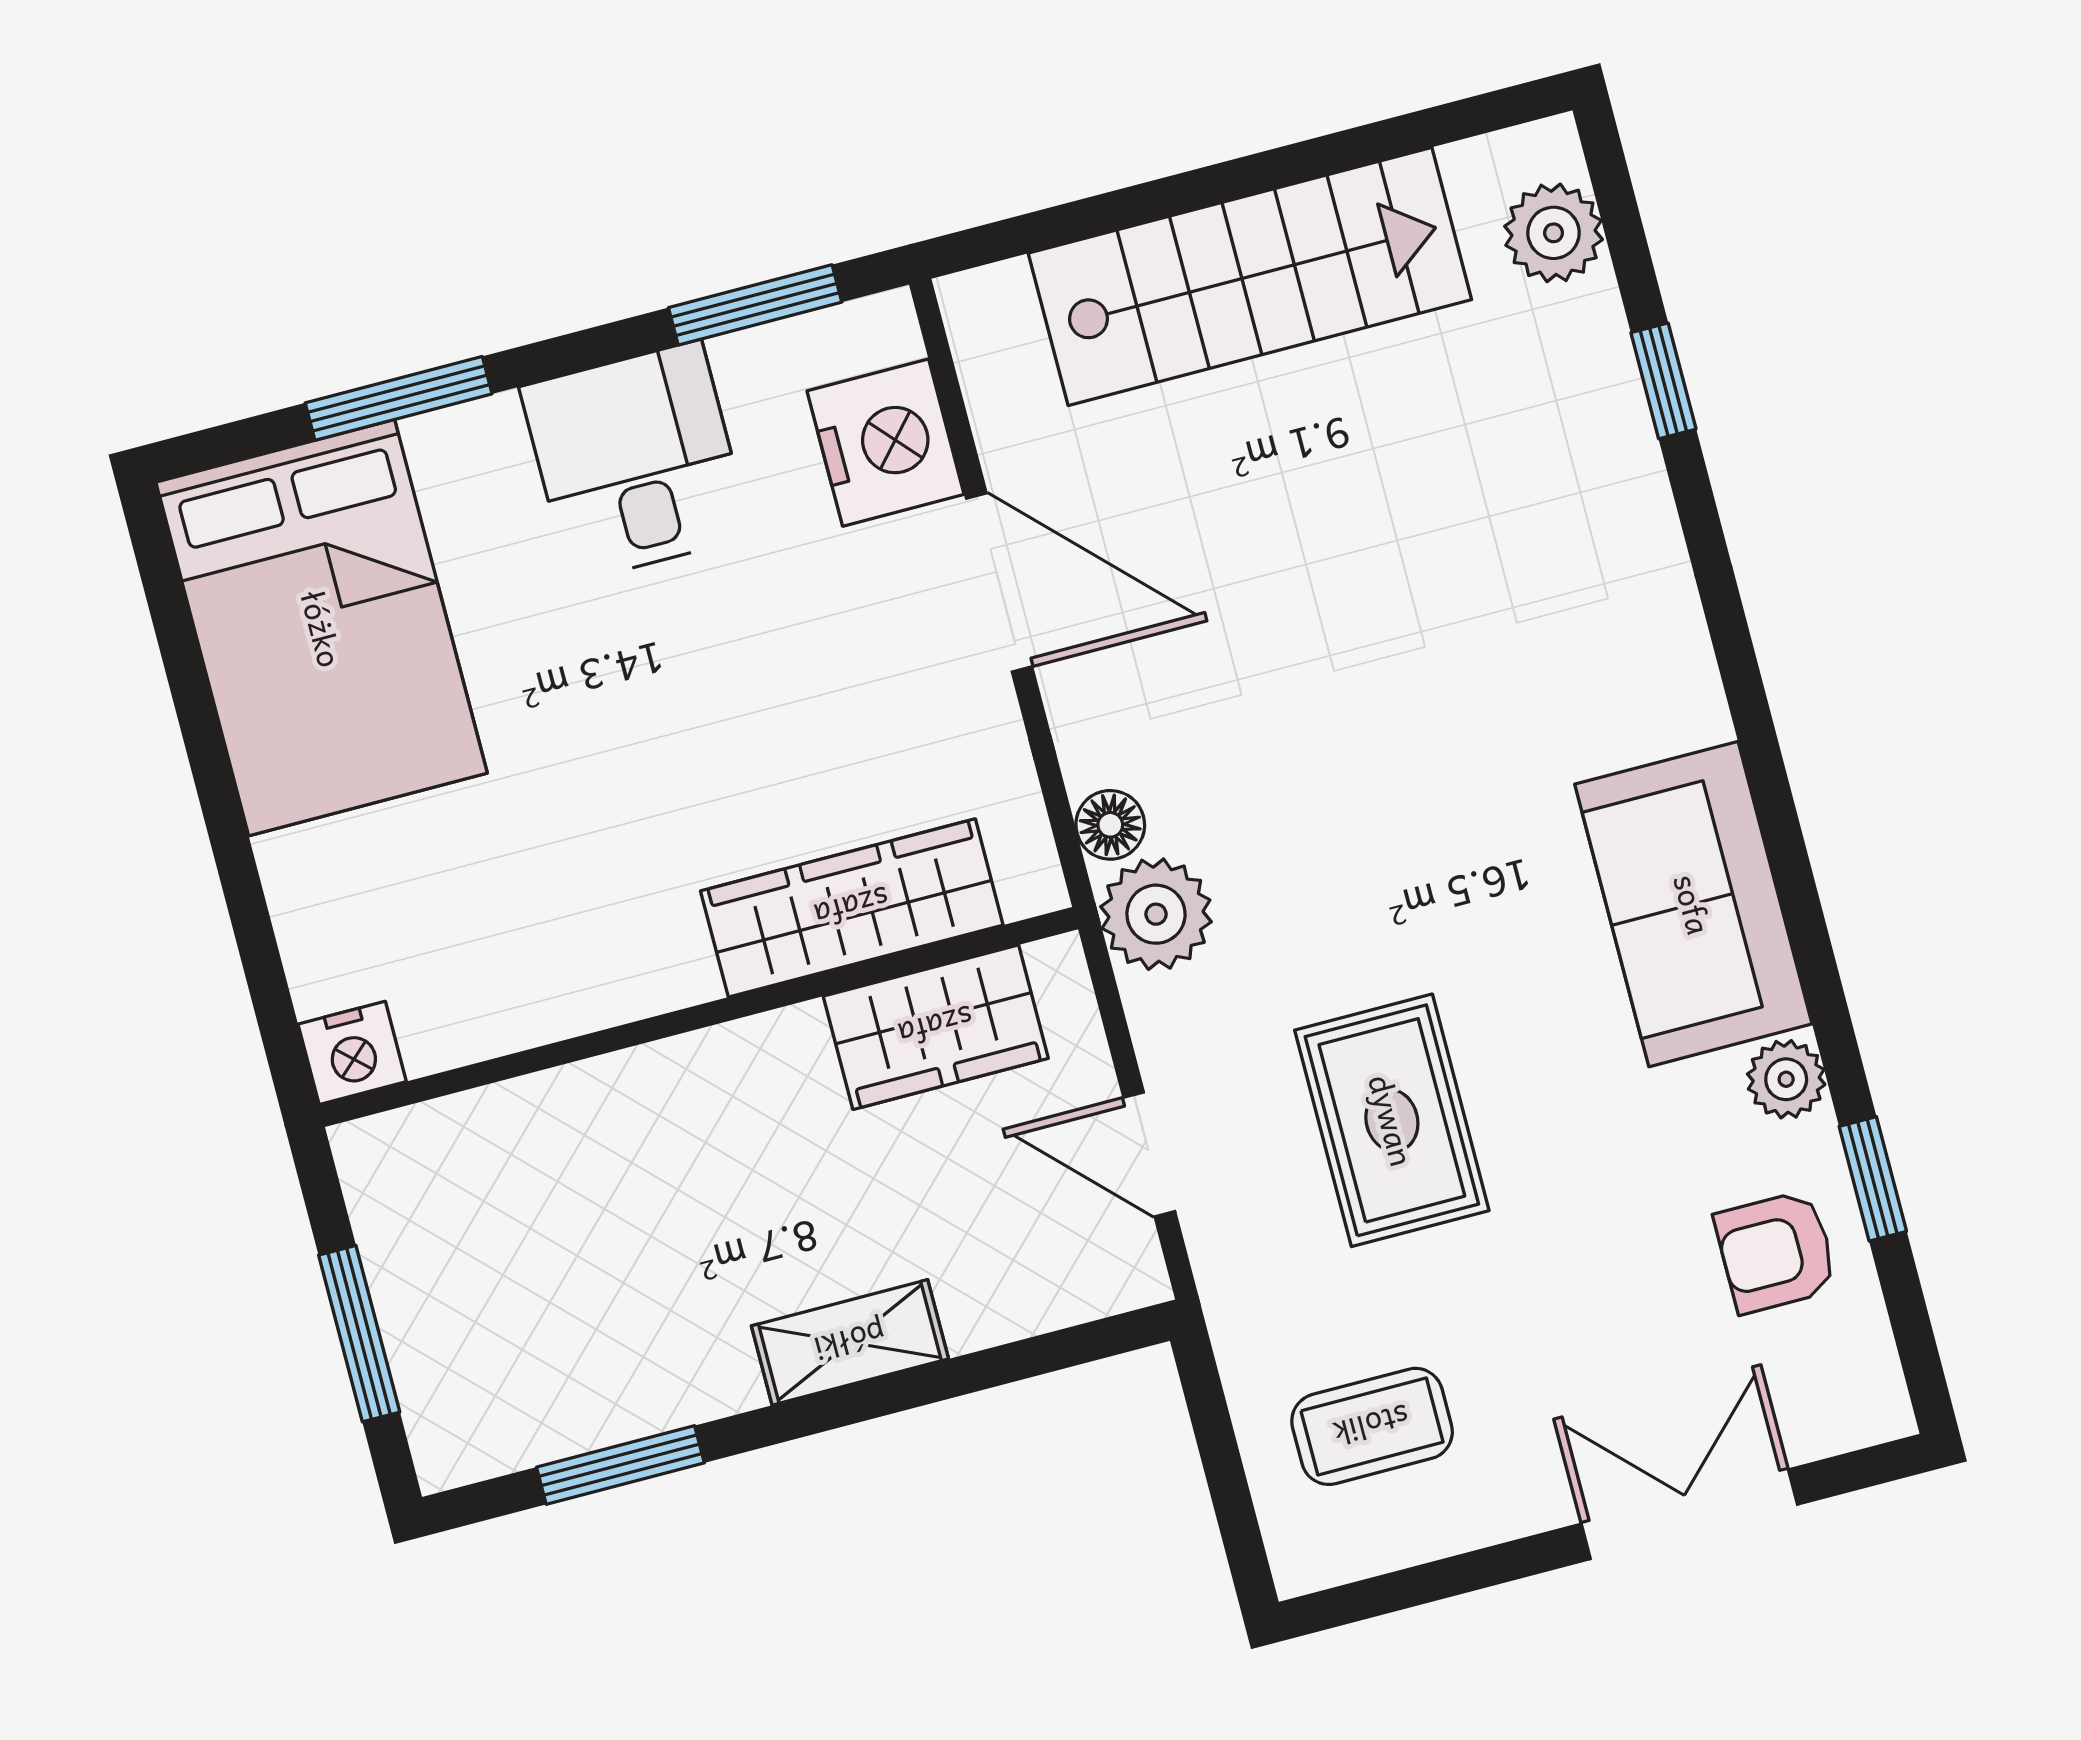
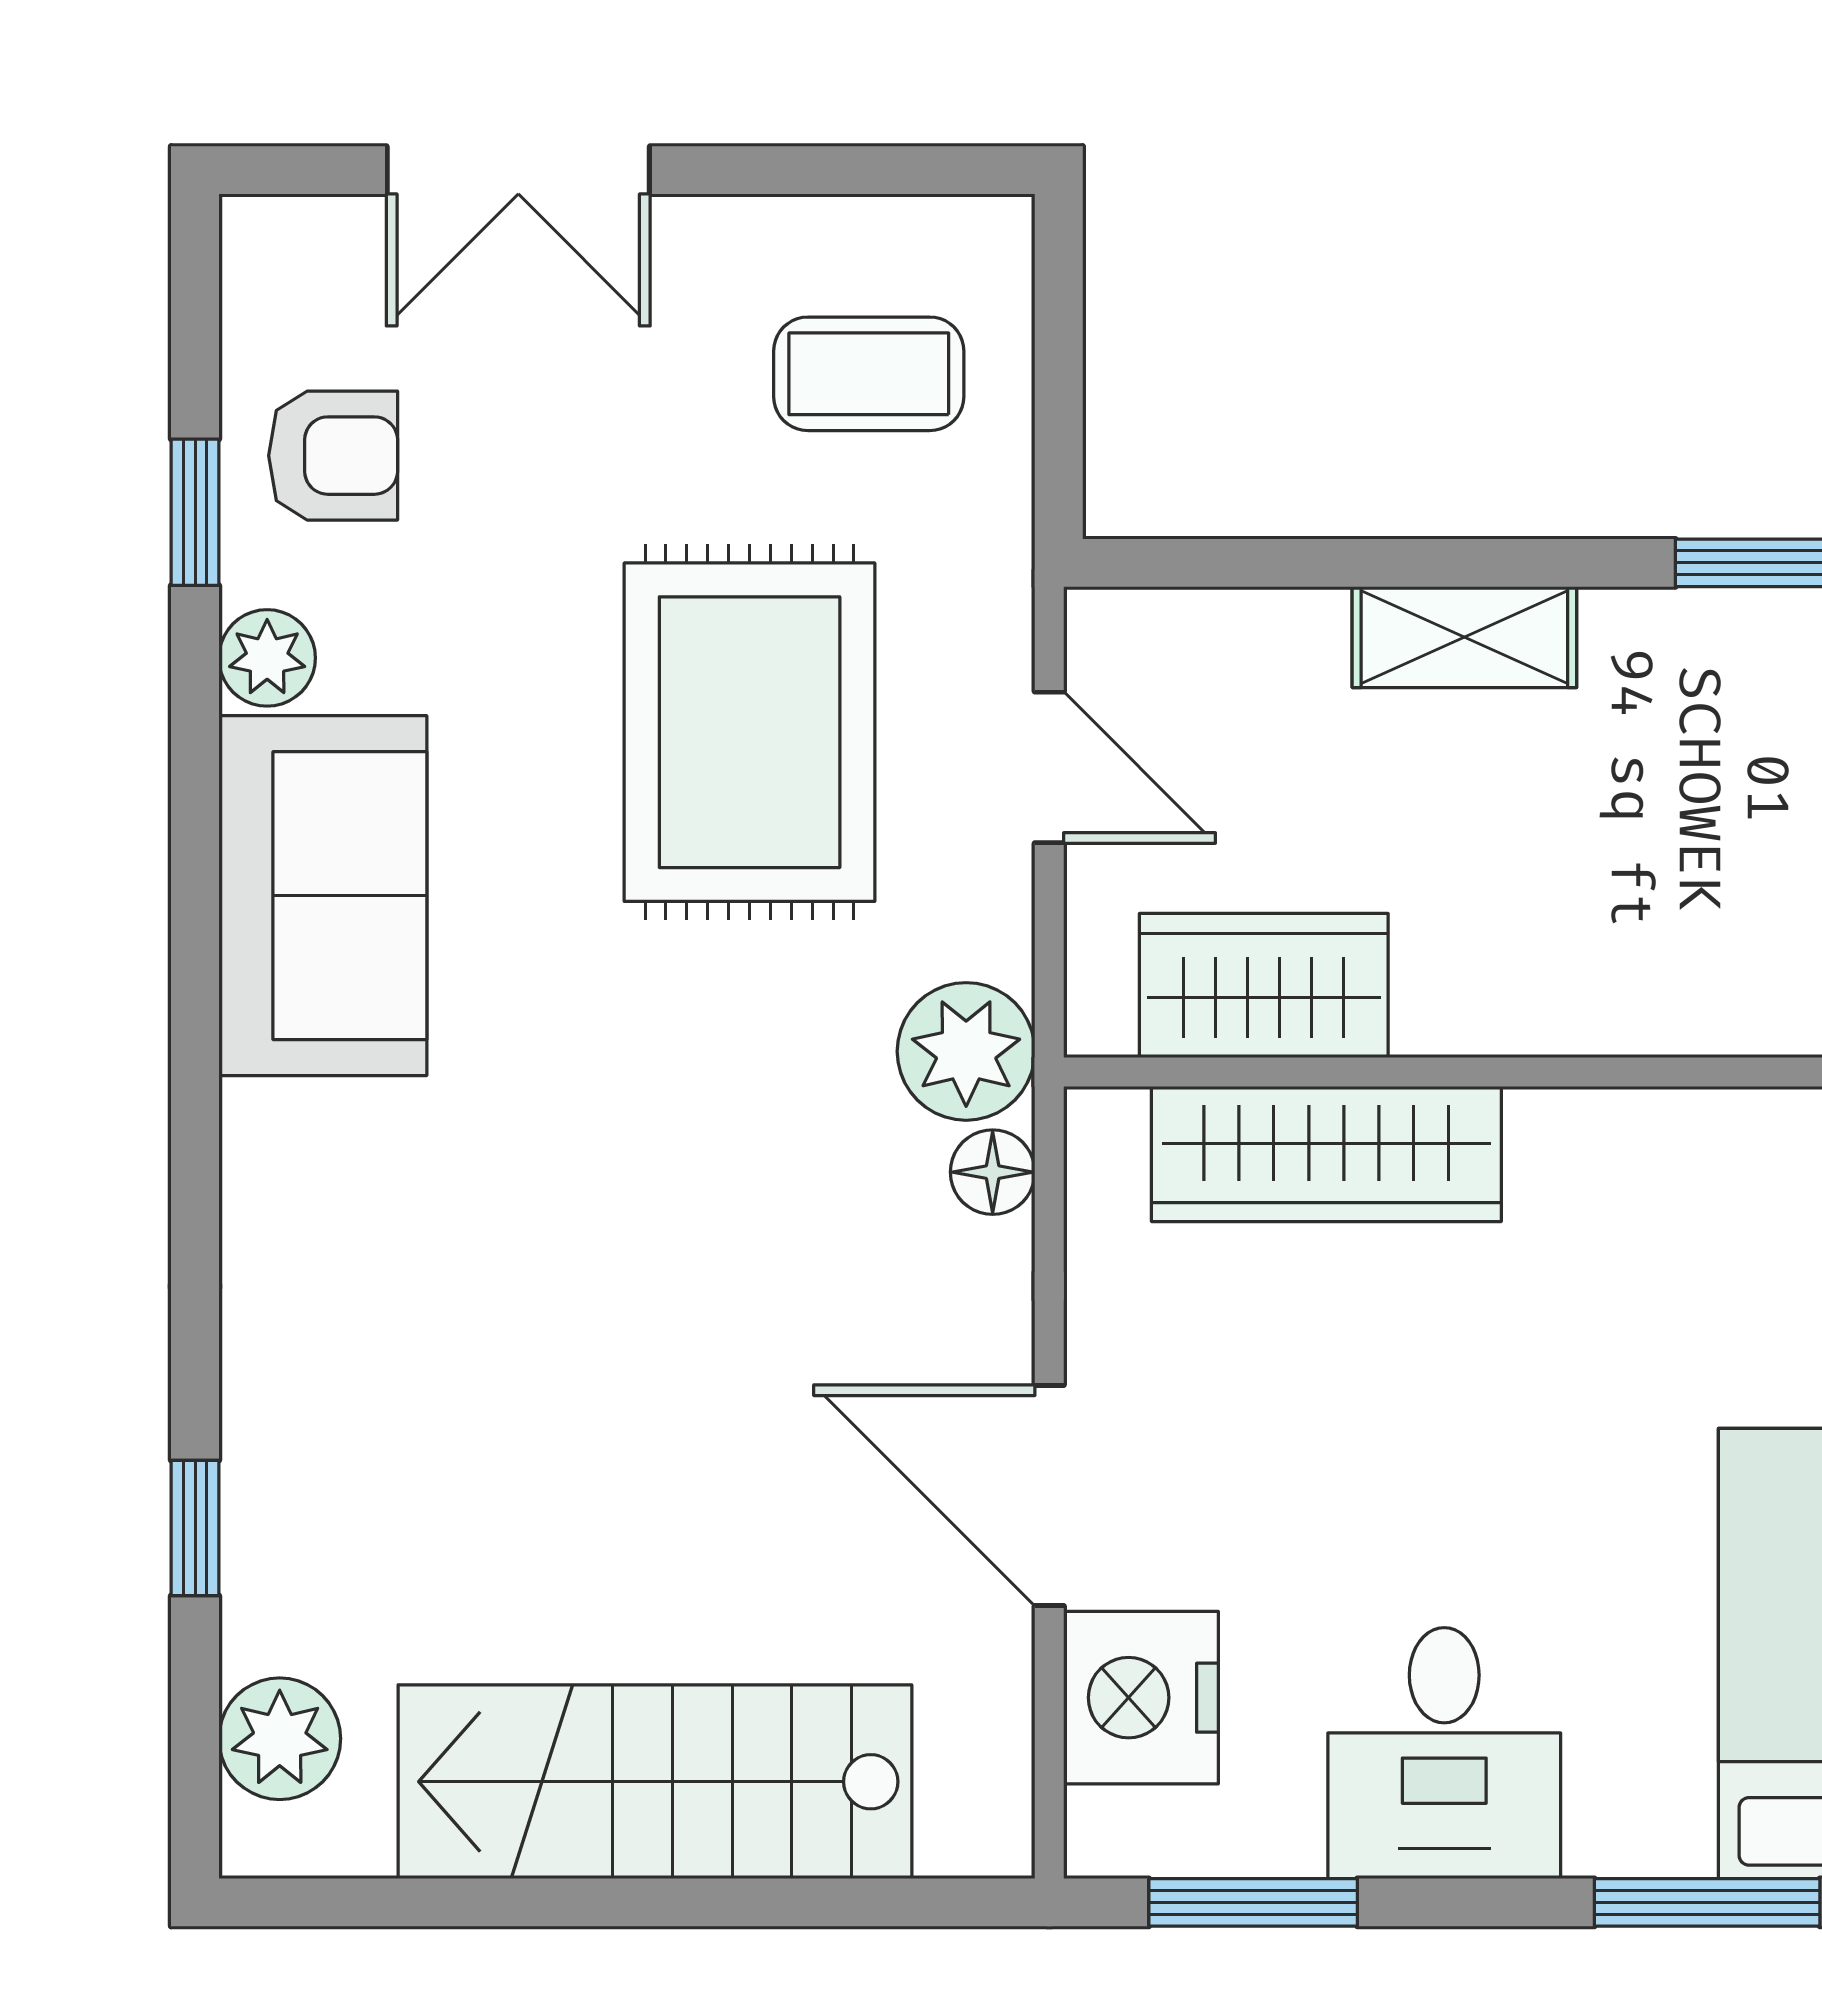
rug: (1392, 1120) -> (750, 732), width x1.36, depth x1.43

